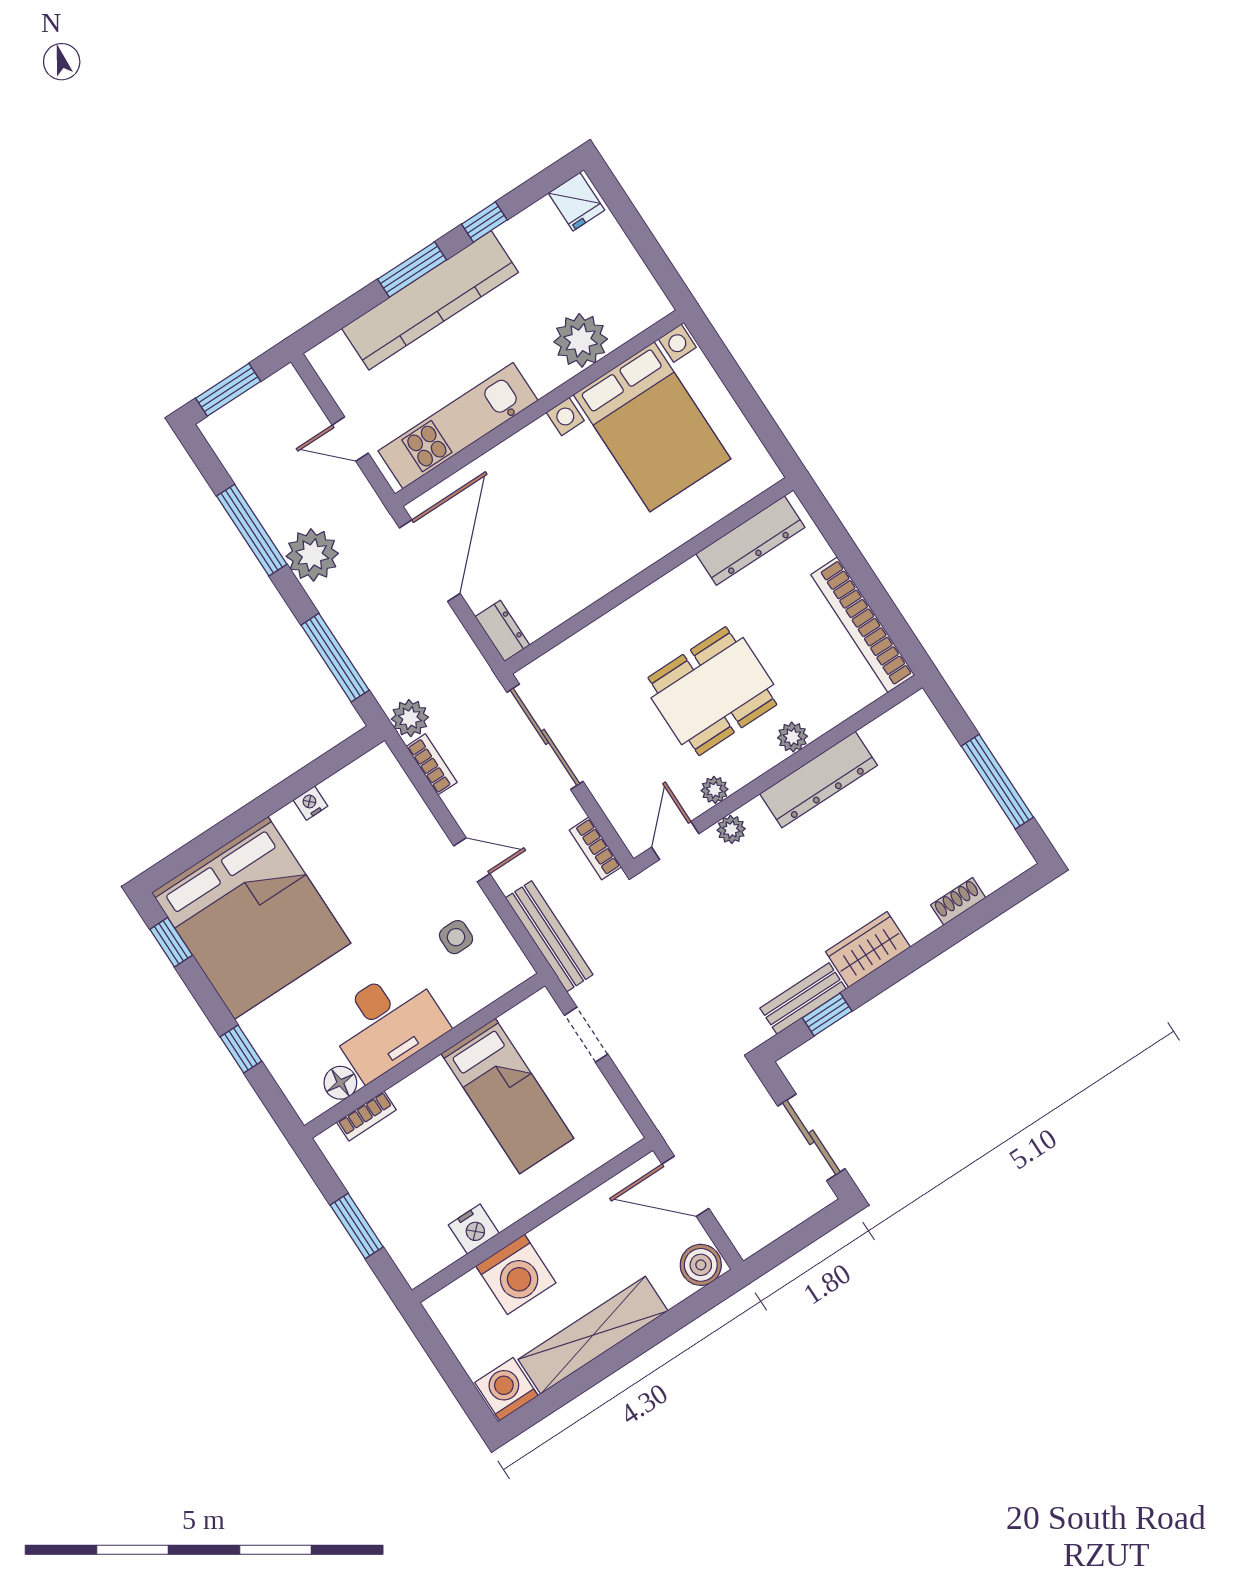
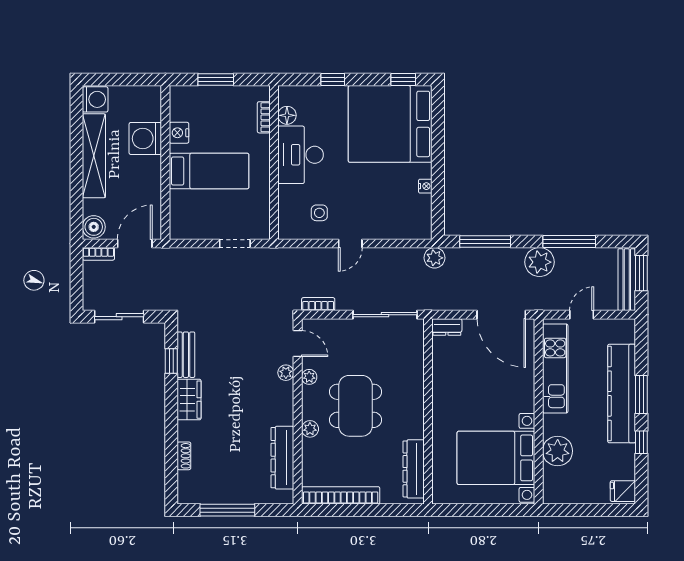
bookcase: (432, 764) -> (98, 254), moved
dresser: (819, 780) -> (282, 458), moved
bench: (549, 936) -> (627, 280), moved, turned 90
bed: (507, 1096) -> (209, 171), moved, turned 180

